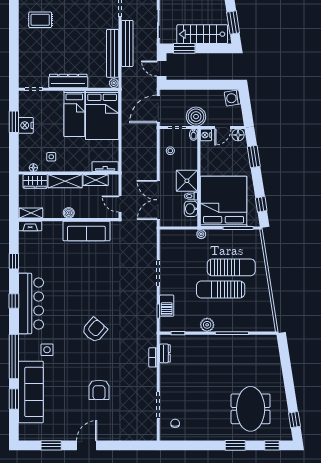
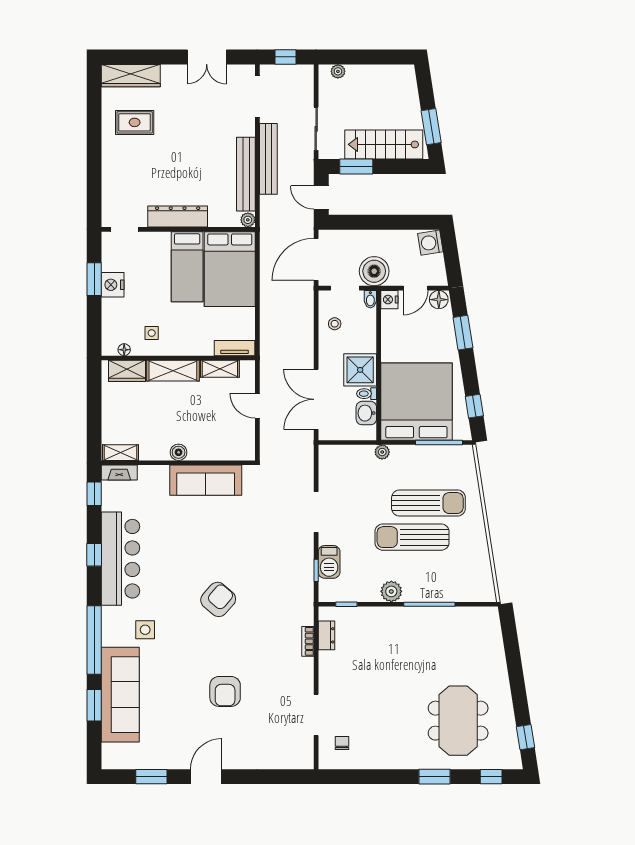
shelving: (31, 213) -> (121, 453), moved
boiler: (69, 213) -> (179, 452), moved
wall: (69, 220) -> (178, 463), moved
fireplace: (30, 226) -> (119, 473), moved
sofa: (86, 231) -> (206, 480), moved

